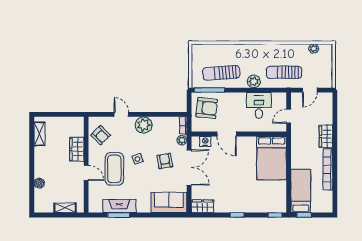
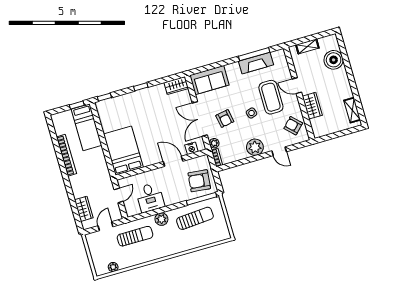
wardrobe: (326, 136) -> (84, 209), moved
boiler: (39, 183) -> (334, 60), width x1.86, depth x1.86
window: (119, 215) -> (254, 54), width x1.44

